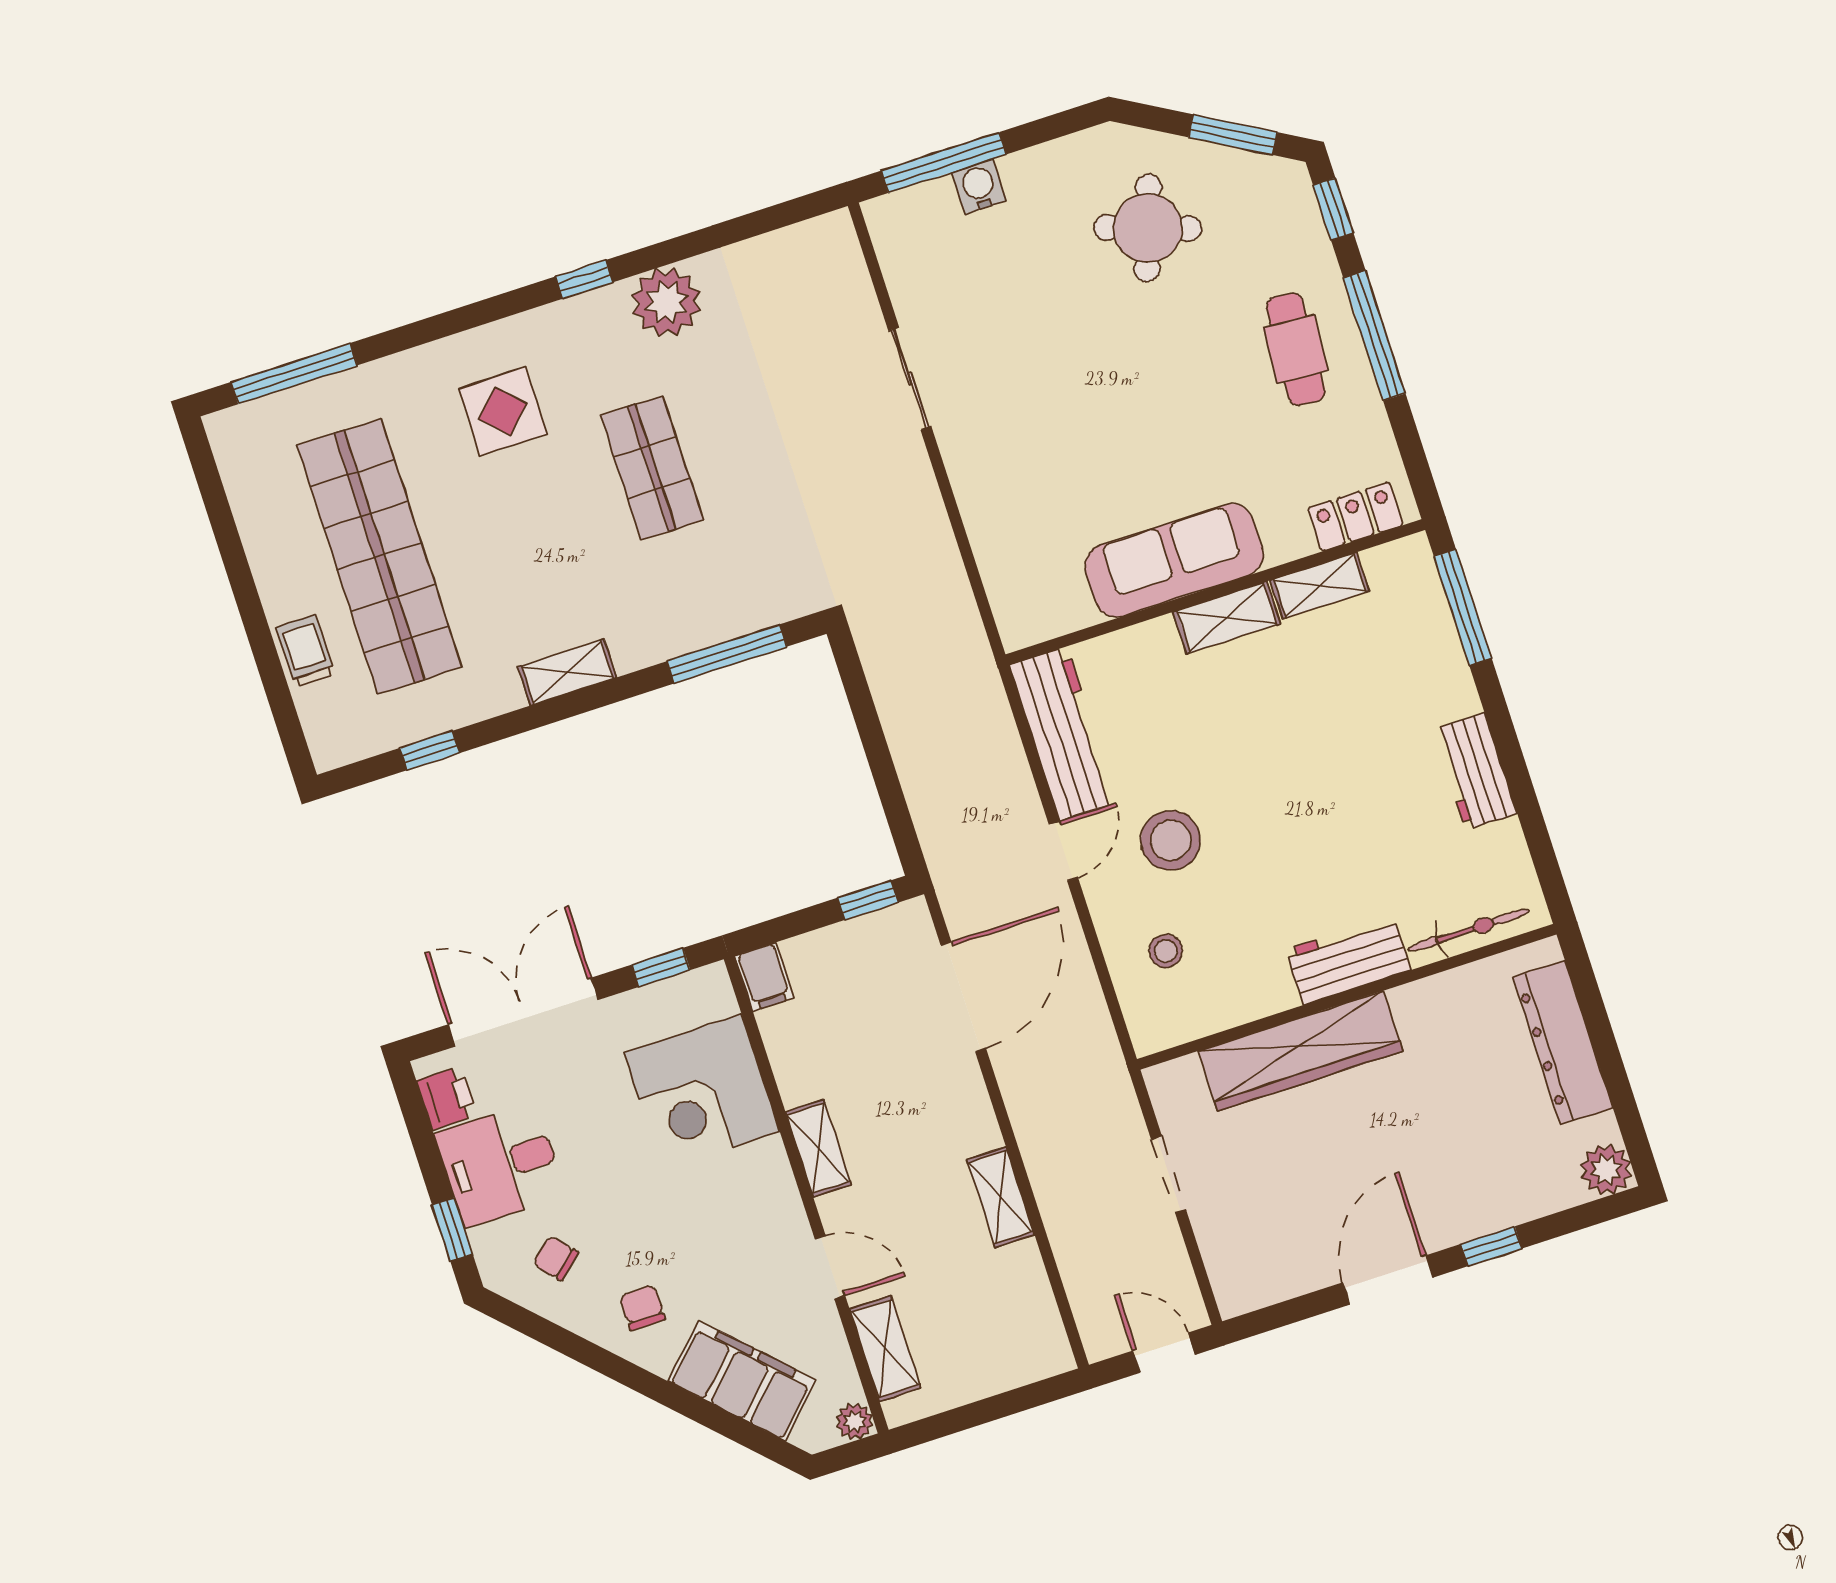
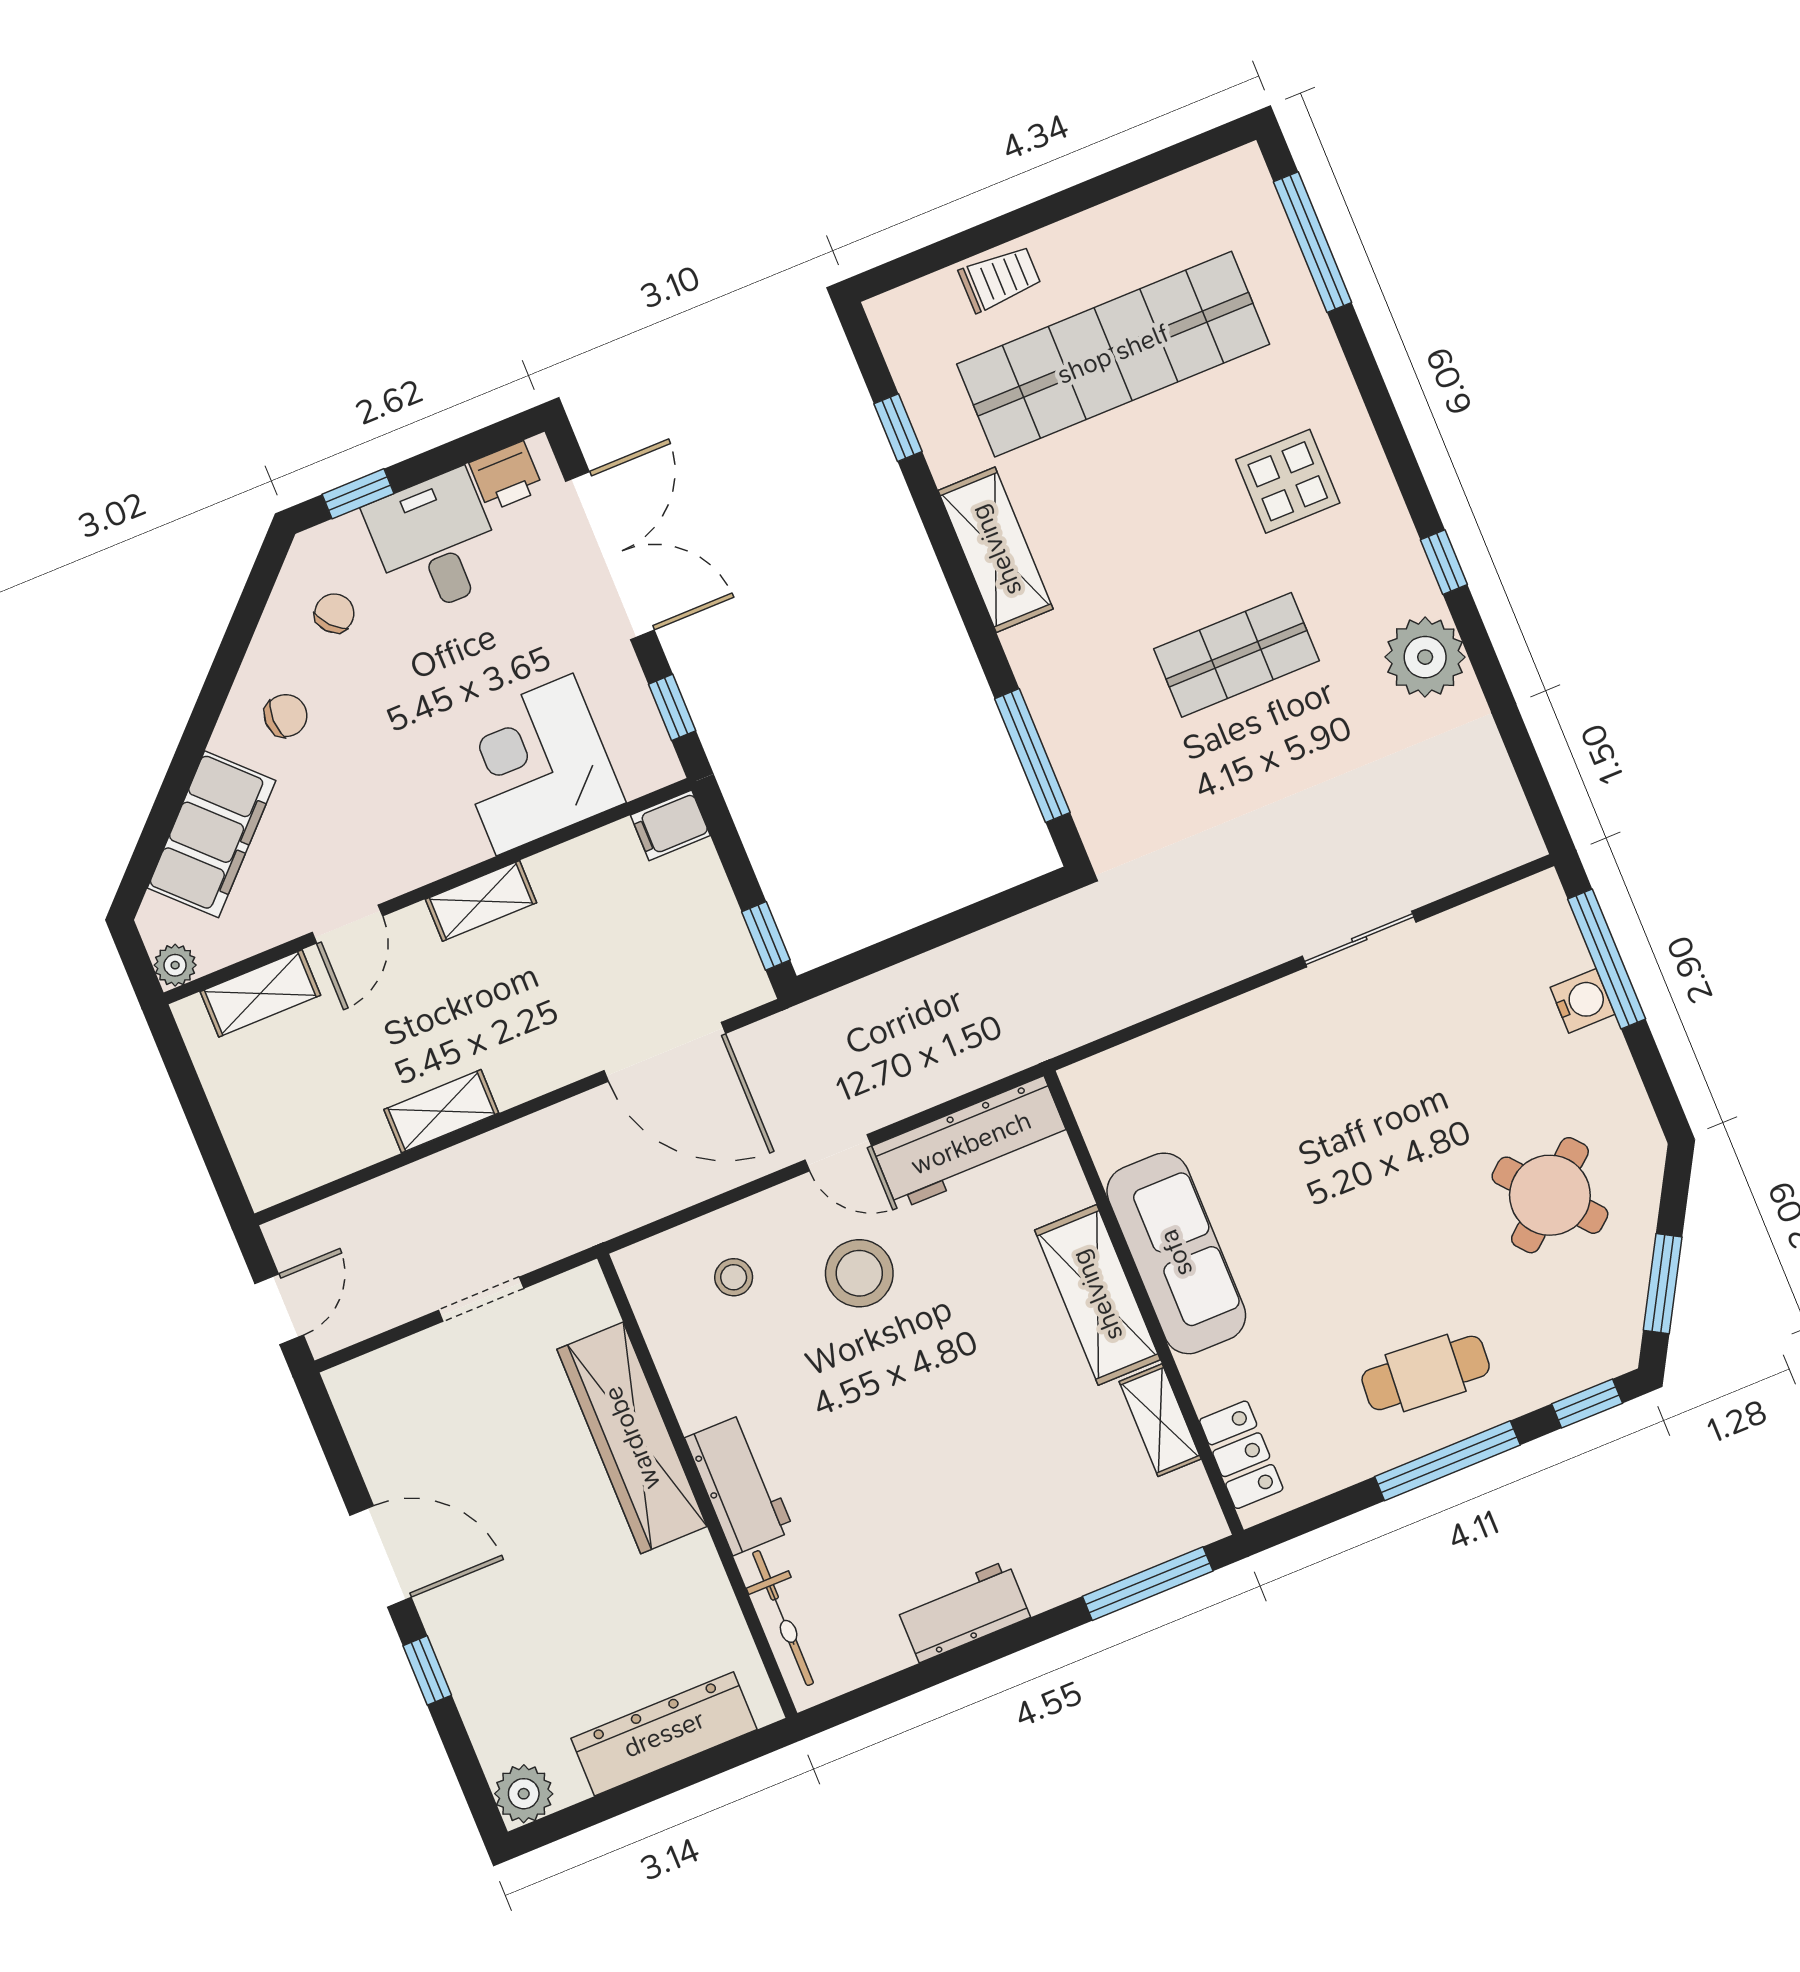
round table: (1148, 228) -> (1550, 1195), turned 31
shelving: (1227, 618) -> (1097, 1295), width x1.50, depth x1.33
shelving: (567, 672) -> (996, 550), width x1.50, depth x1.33

